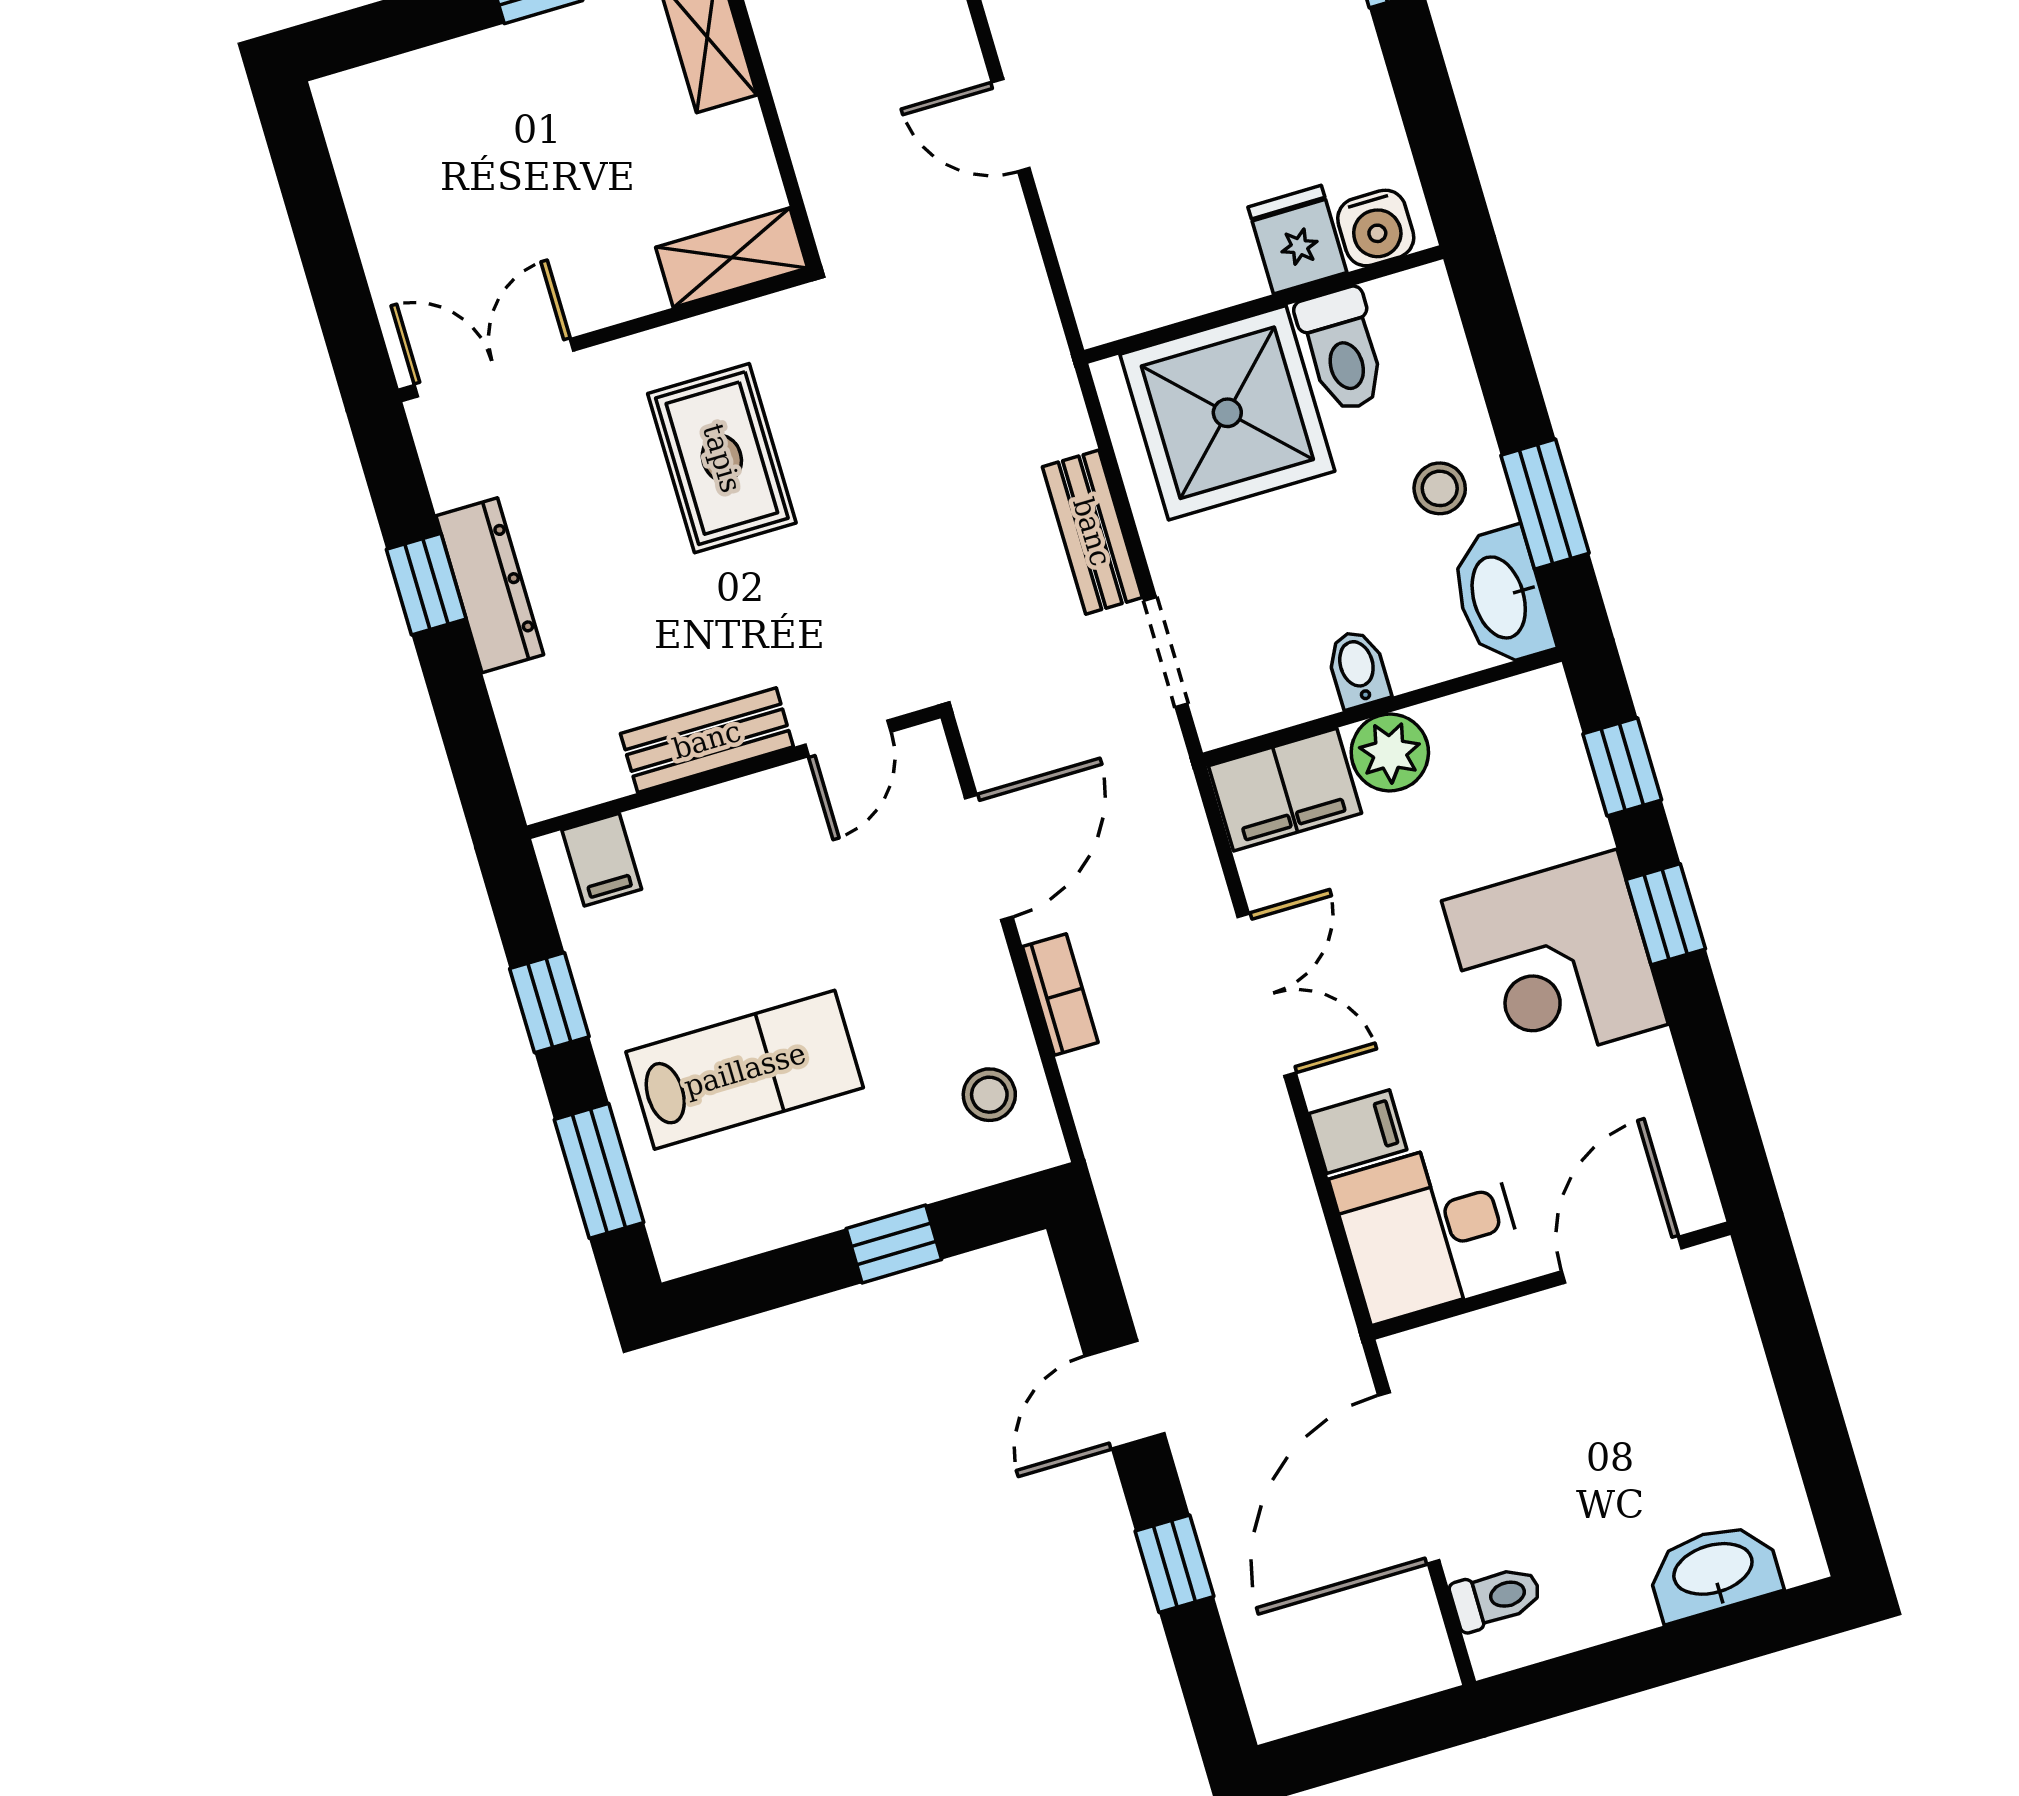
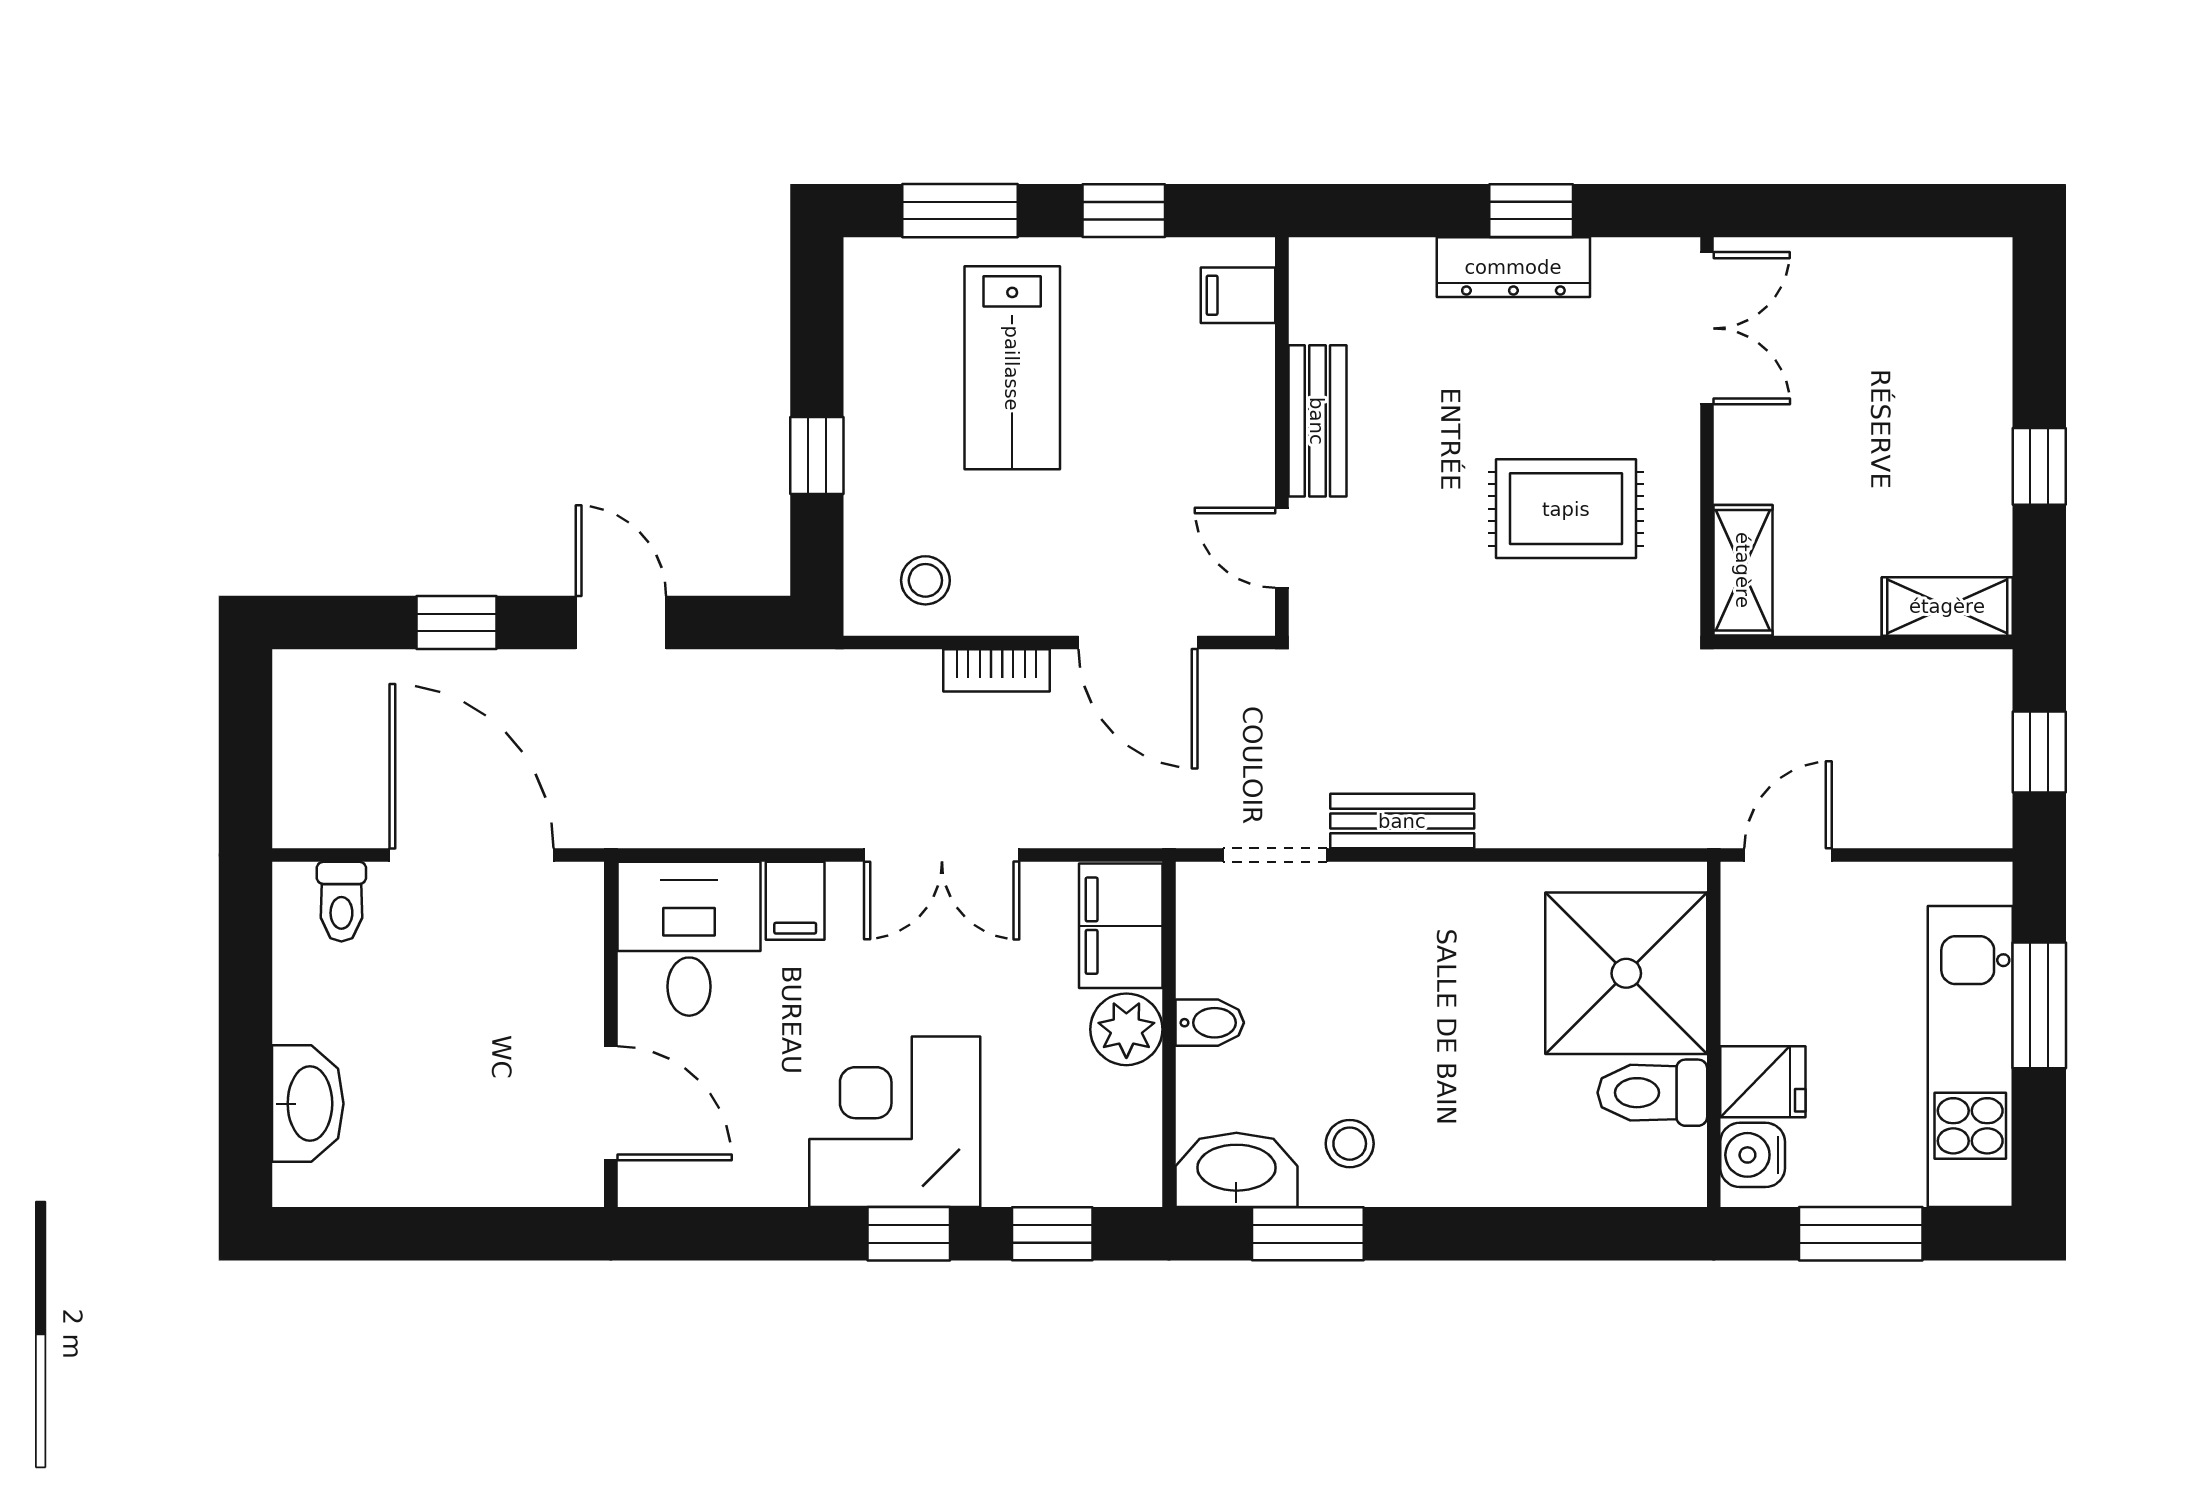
water cooler: (1376, 228) -> (1753, 1155), moved
fridge: (1297, 240) -> (1763, 1082), moved
wall: (1264, 304) -> (1714, 1034), moved
toilet: (1342, 350) -> (1652, 1093), moved
shower: (1227, 413) -> (1626, 973), moved

